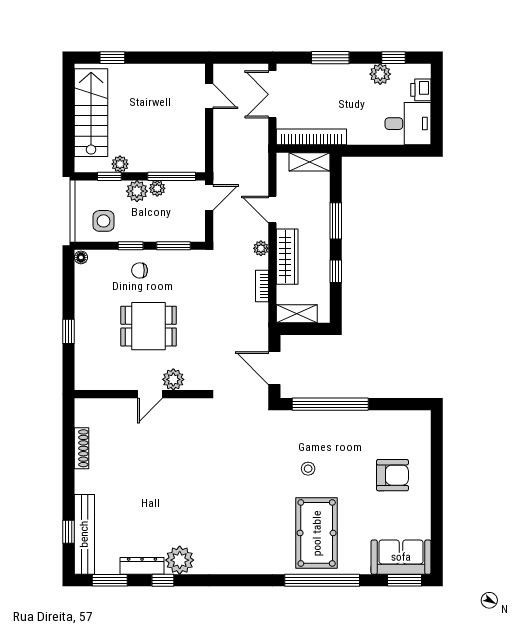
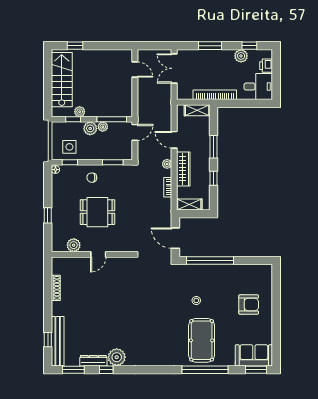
bookcase: (311, 137) -> (215, 95), moved
window: (131, 246) -> (70, 162), moved
plant: (173, 379) -> (74, 245), moved

